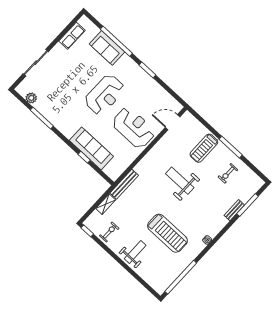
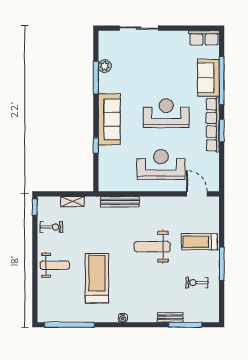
row of seats: (72, 36) -> (204, 38), moved
row of seats: (139, 72) -> (213, 125), added
reception desk: (105, 95) -> (166, 113), turned 180
plant: (31, 98) -> (105, 66), moved
reception desk: (134, 128) -> (161, 165), turned -90
sofa: (91, 148) -> (109, 119), moved
weight bench: (180, 181) -> (152, 247), turned -90
bench: (124, 184) -> (120, 202), moved
treadmill: (167, 233) -> (97, 278), turned 180

